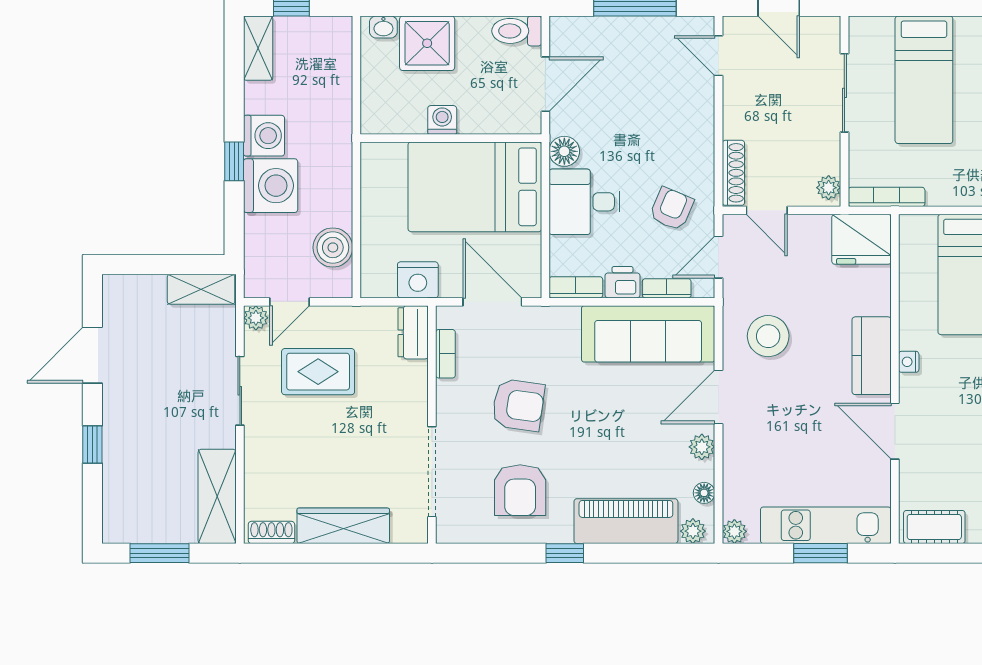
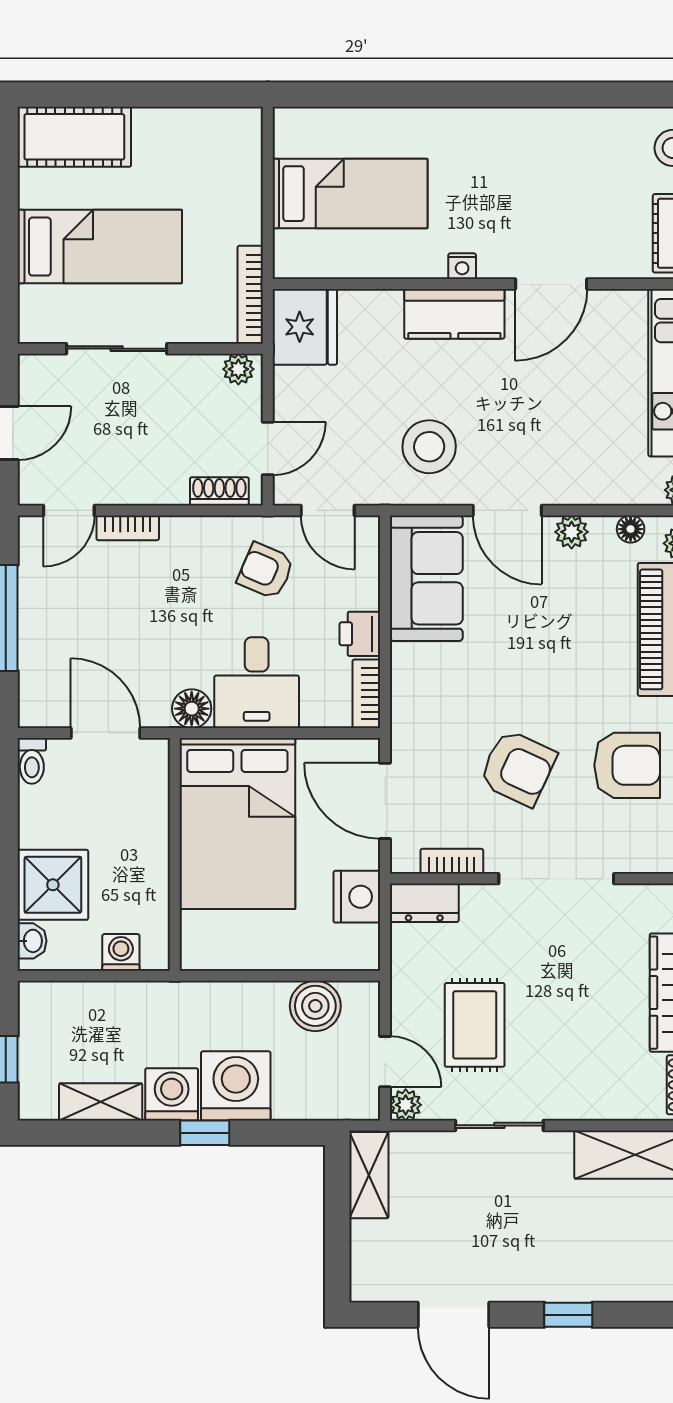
toilet: (517, 31) -> (32, 761), width x0.73, depth x0.72
shelving: (258, 48) -> (101, 1102), moved
washing machine: (442, 120) -> (121, 952), moved, turned 90
shoe rack: (733, 173) -> (219, 491), width x0.70
bookcase: (667, 288) -> (128, 528), moved, turned -90
door: (492, 302) -> (385, 801), hinge flipped
sofa: (648, 334) -> (426, 578), width x0.73
armchair: (518, 405) -> (518, 768), turned 107
doorway: (432, 472) -> (556, 879), moved

